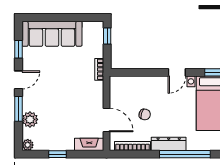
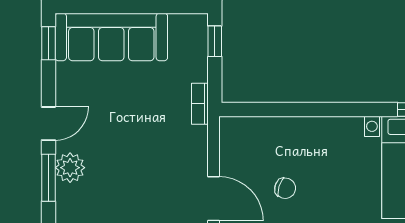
window: (18, 49) -> (48, 43), moved
door: (177, 72) -> (346, 109), removed
plant: (30, 119) -> (70, 168), moved

